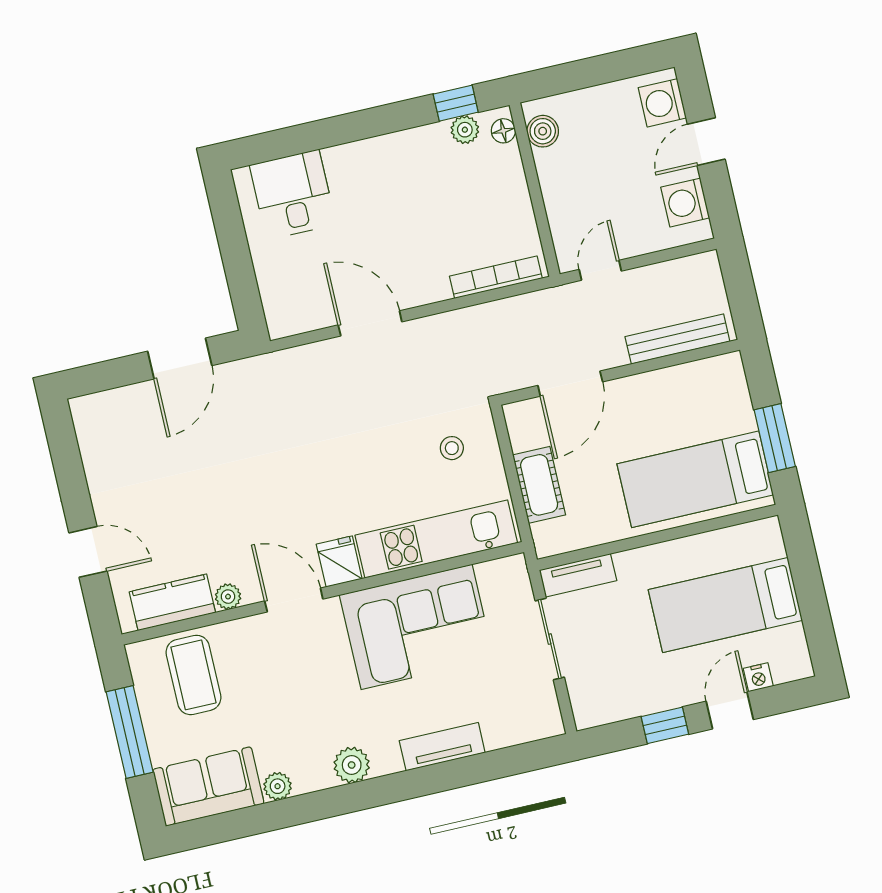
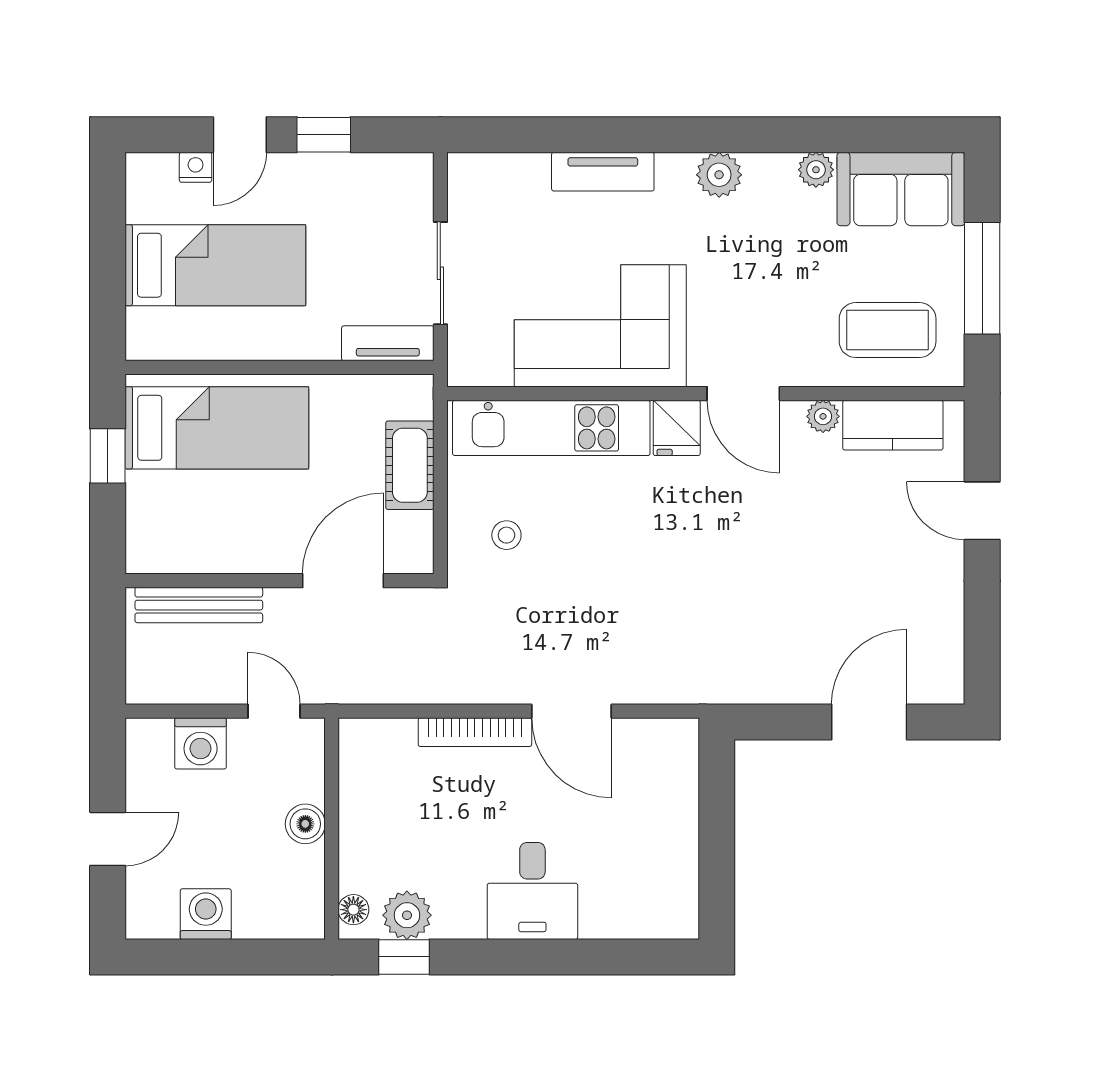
washing machine: (662, 103) -> (206, 914), moved, turned -90
plant: (465, 130) -> (407, 915), width x1.38, depth x1.38
boiler: (543, 131) -> (305, 824), moved
desk: (293, 195) -> (532, 891), moved
washing machine: (685, 203) -> (201, 743), moved, turned 90
door: (600, 270) -> (274, 711), swing flipped
bookcase: (496, 277) -> (475, 732), moved
door: (180, 358) -> (869, 722), moved
window: (775, 438) -> (108, 456), width x0.67
coffee table: (193, 675) -> (888, 330), turned 90

